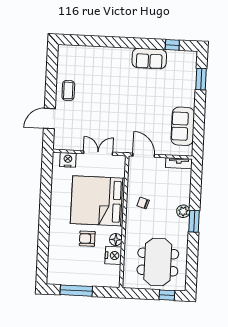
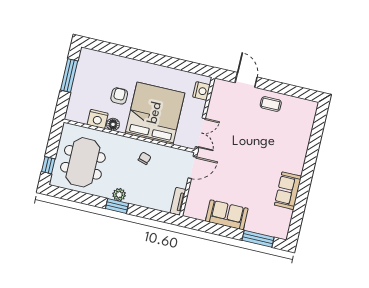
window: (172, 45) -> (297, 216), removed
window: (201, 79) -> (258, 239), width x1.44
sofa: (183, 126) -> (227, 215), moved
double door: (98, 153) -> (200, 133), moved
plant: (183, 211) -> (119, 195), moved
meeting table: (158, 262) -> (83, 162), turned 90

